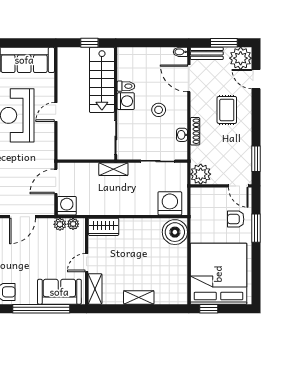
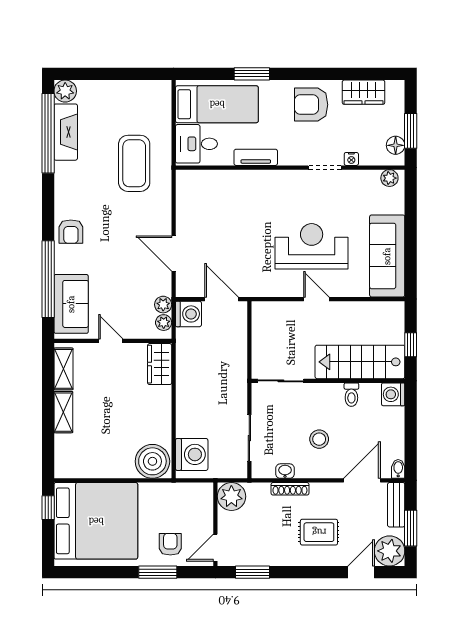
washing machine: (126, 101) -> (393, 394), moved, turned 90
shelving: (113, 169) -> (238, 378), removed
shelving: (95, 289) -> (63, 369), moved, turned 90

